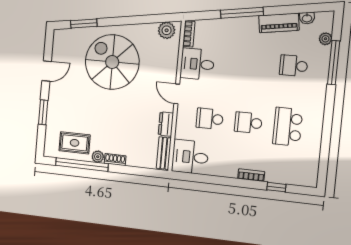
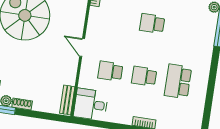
desk: (197, 64) -> (102, 22), removed
school desk: (294, 66) -> (152, 24), moved
dresser: (166, 124) -> (71, 74), removed

